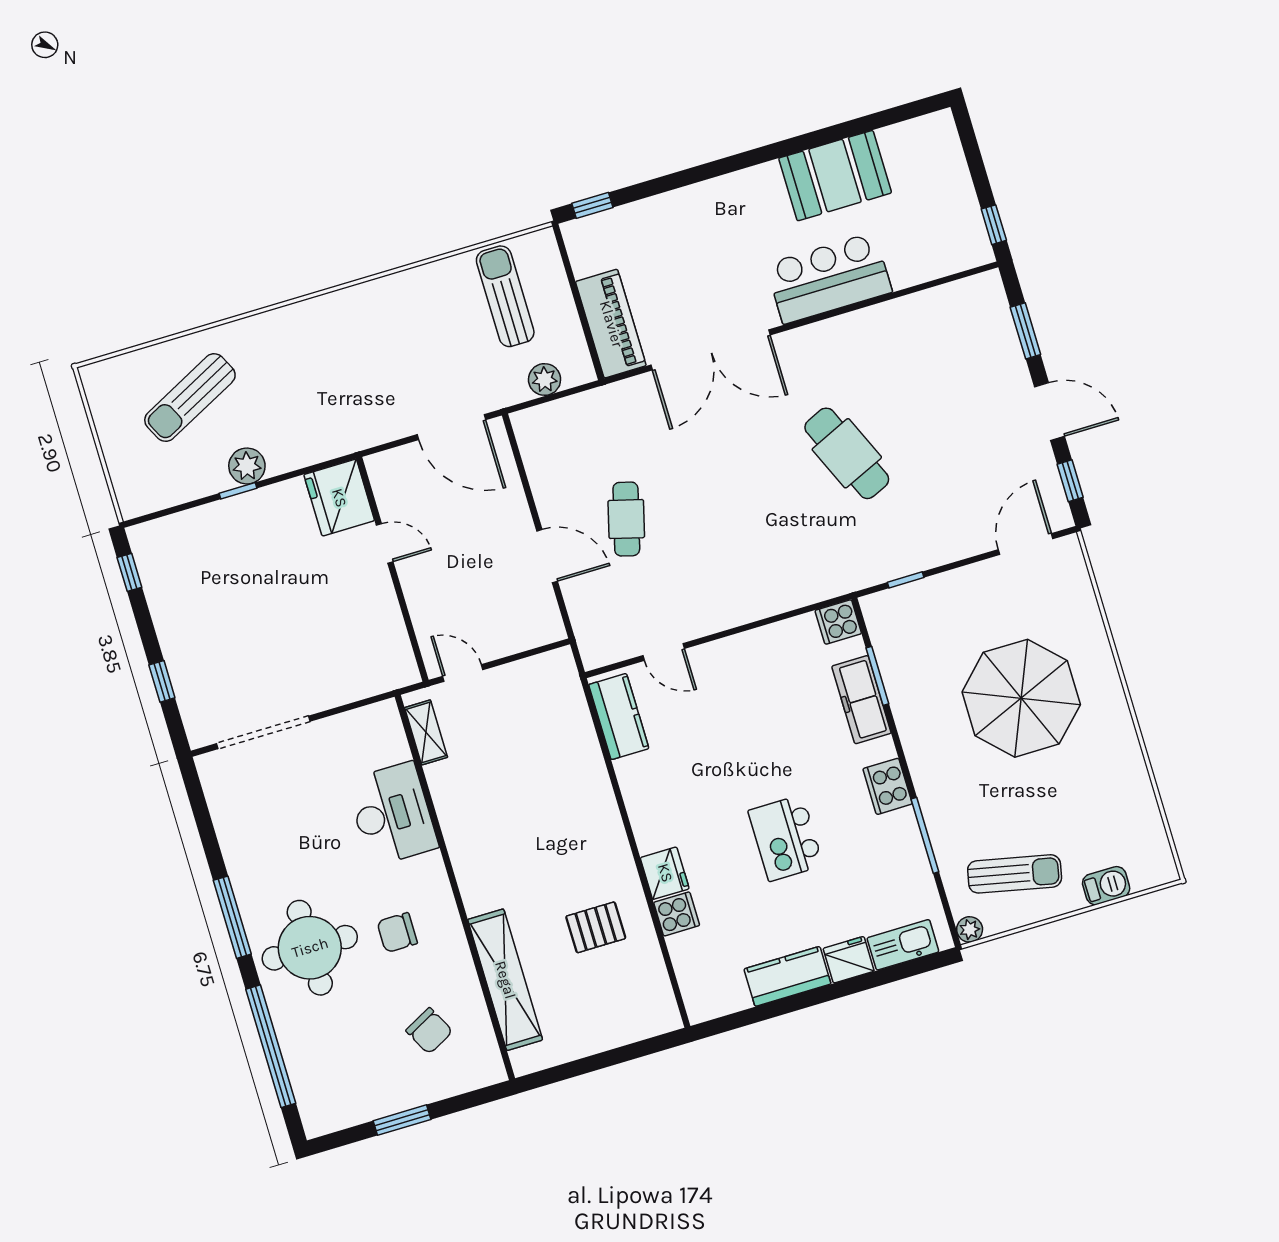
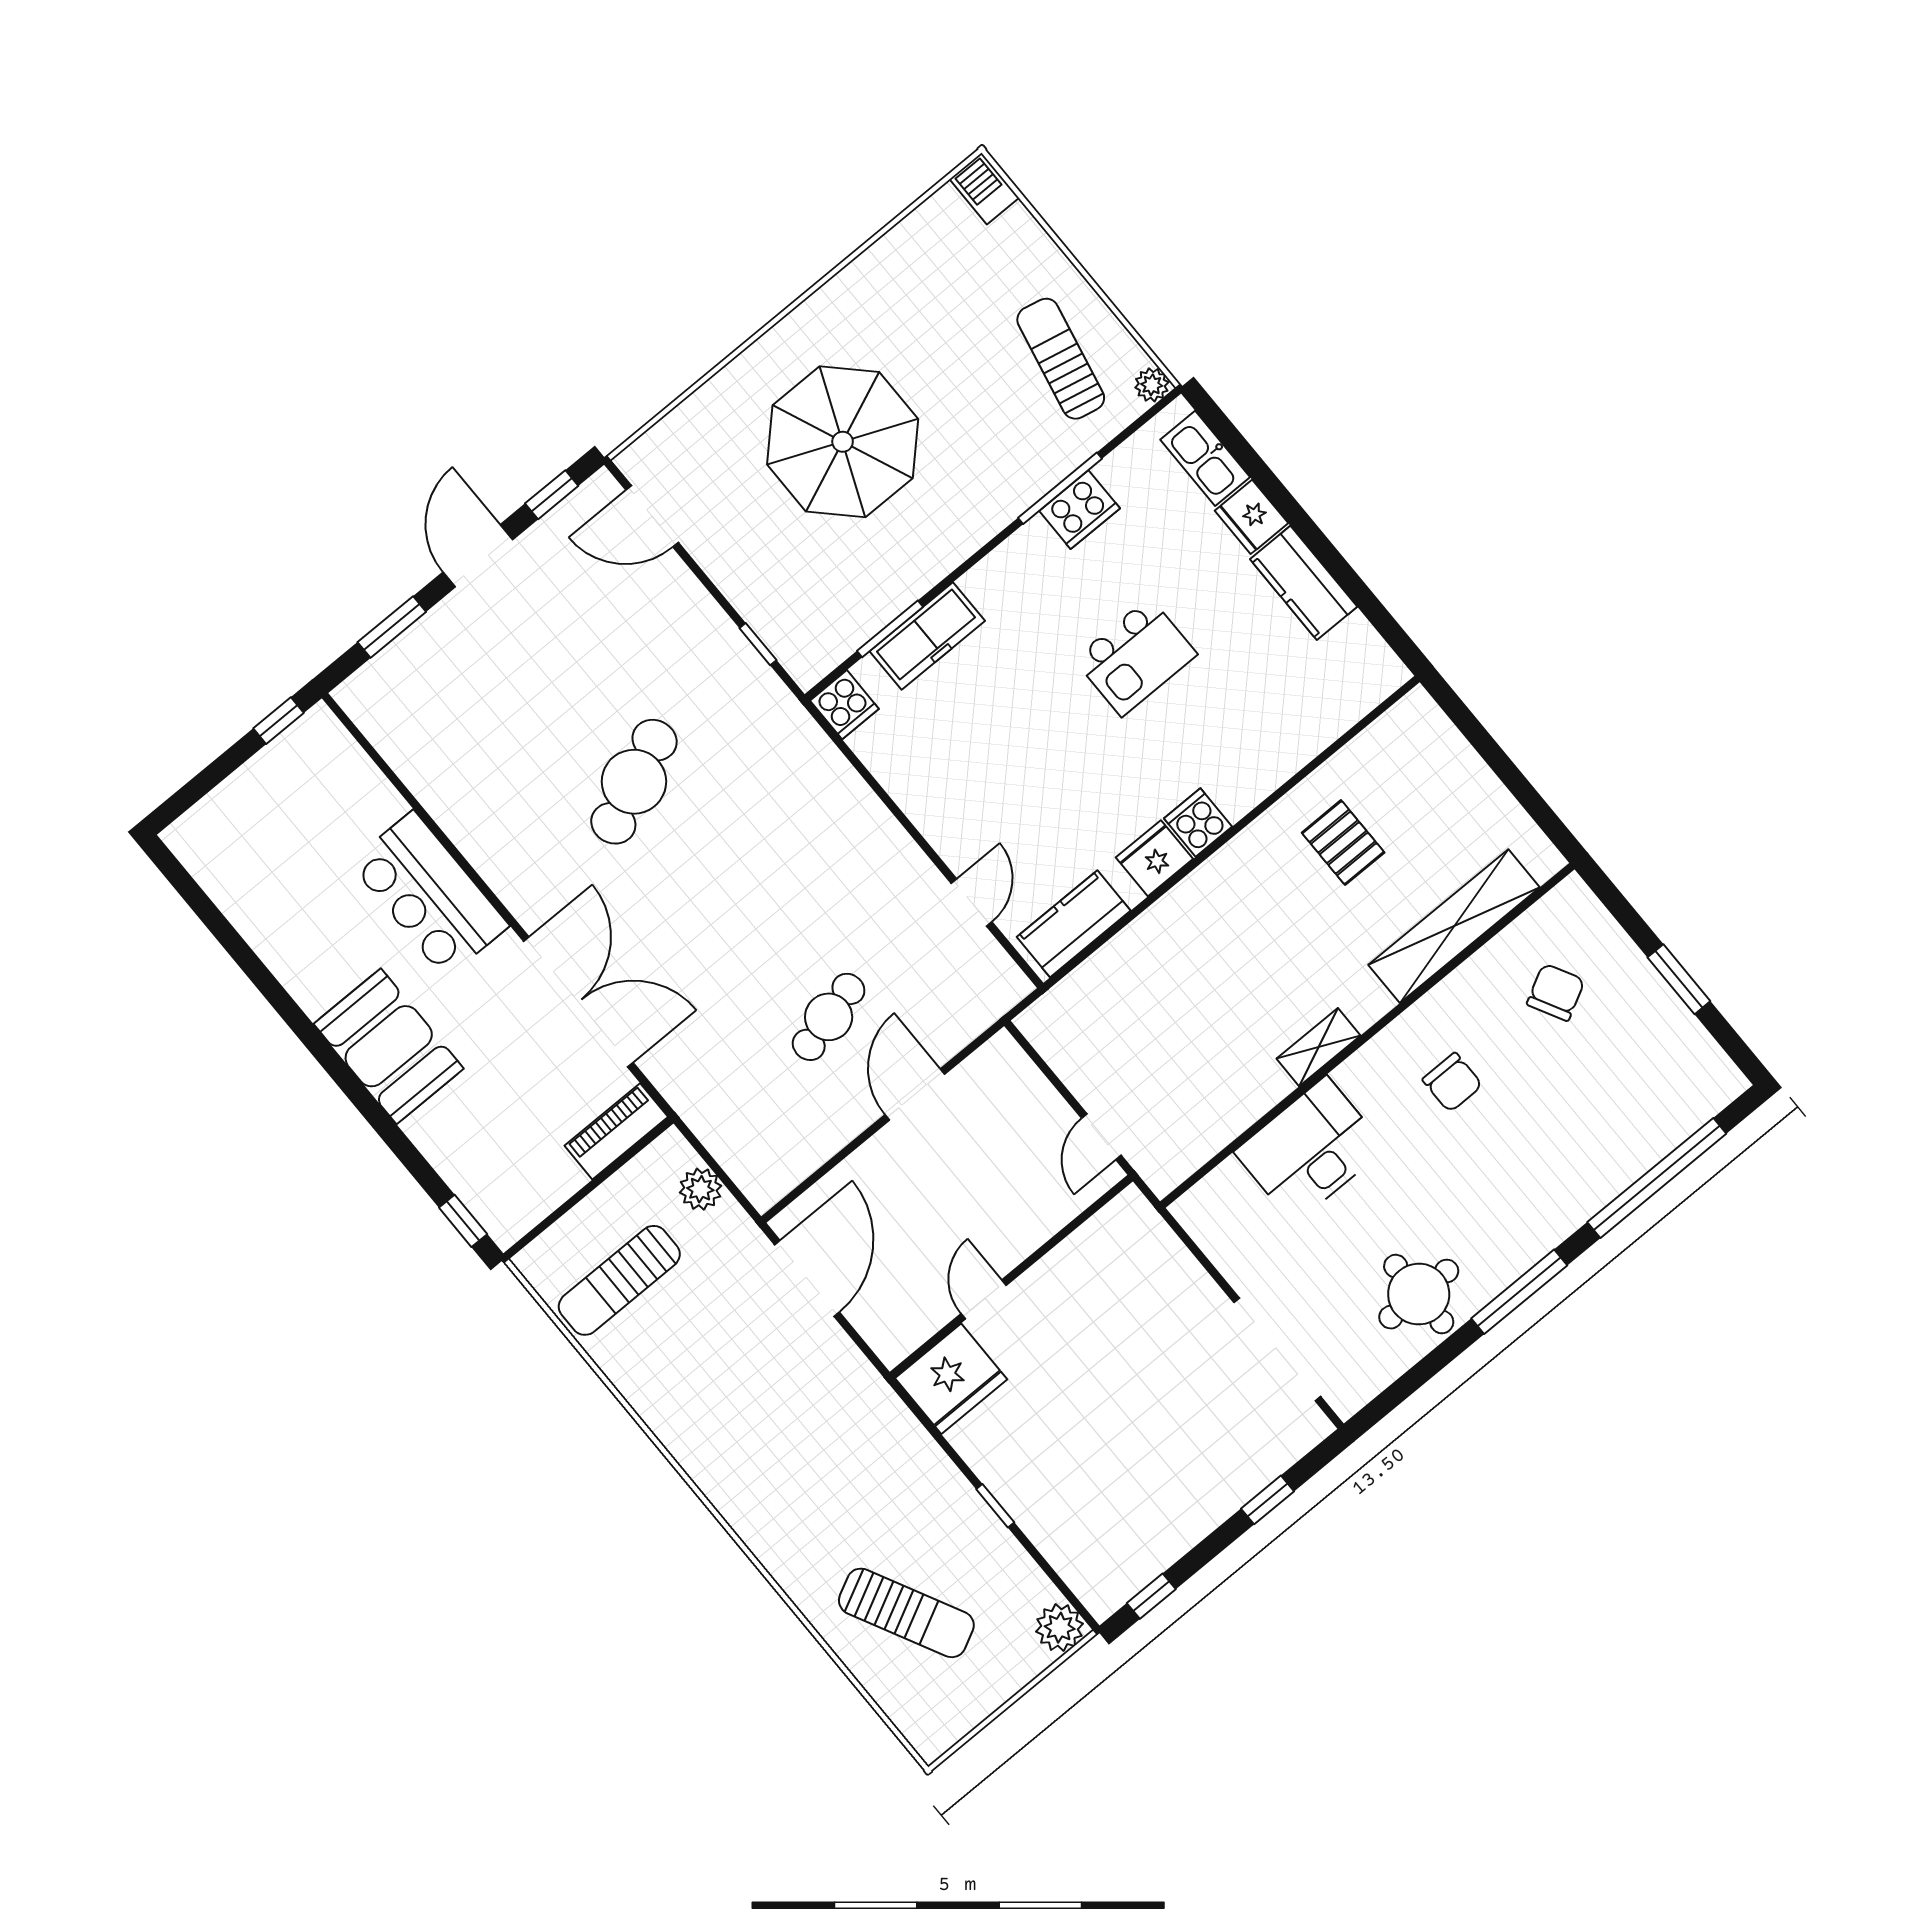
booth: (835, 176) -> (389, 1046), moved
piano: (611, 324) -> (616, 1131), width x0.73, depth x0.75
plant: (247, 466) -> (1060, 1628), moved
cafe table: (626, 519) -> (829, 1017), turned -30
shelving: (426, 732) -> (1319, 1047), moved
cooker: (888, 786) -> (1080, 510), moved
fridge: (665, 873) -> (1154, 858), moved
barbecue: (1106, 886) -> (984, 188), moved
cooker: (677, 914) -> (1198, 823), moved
round table: (310, 948) -> (1419, 1294), moved, width x0.73, depth x0.73

